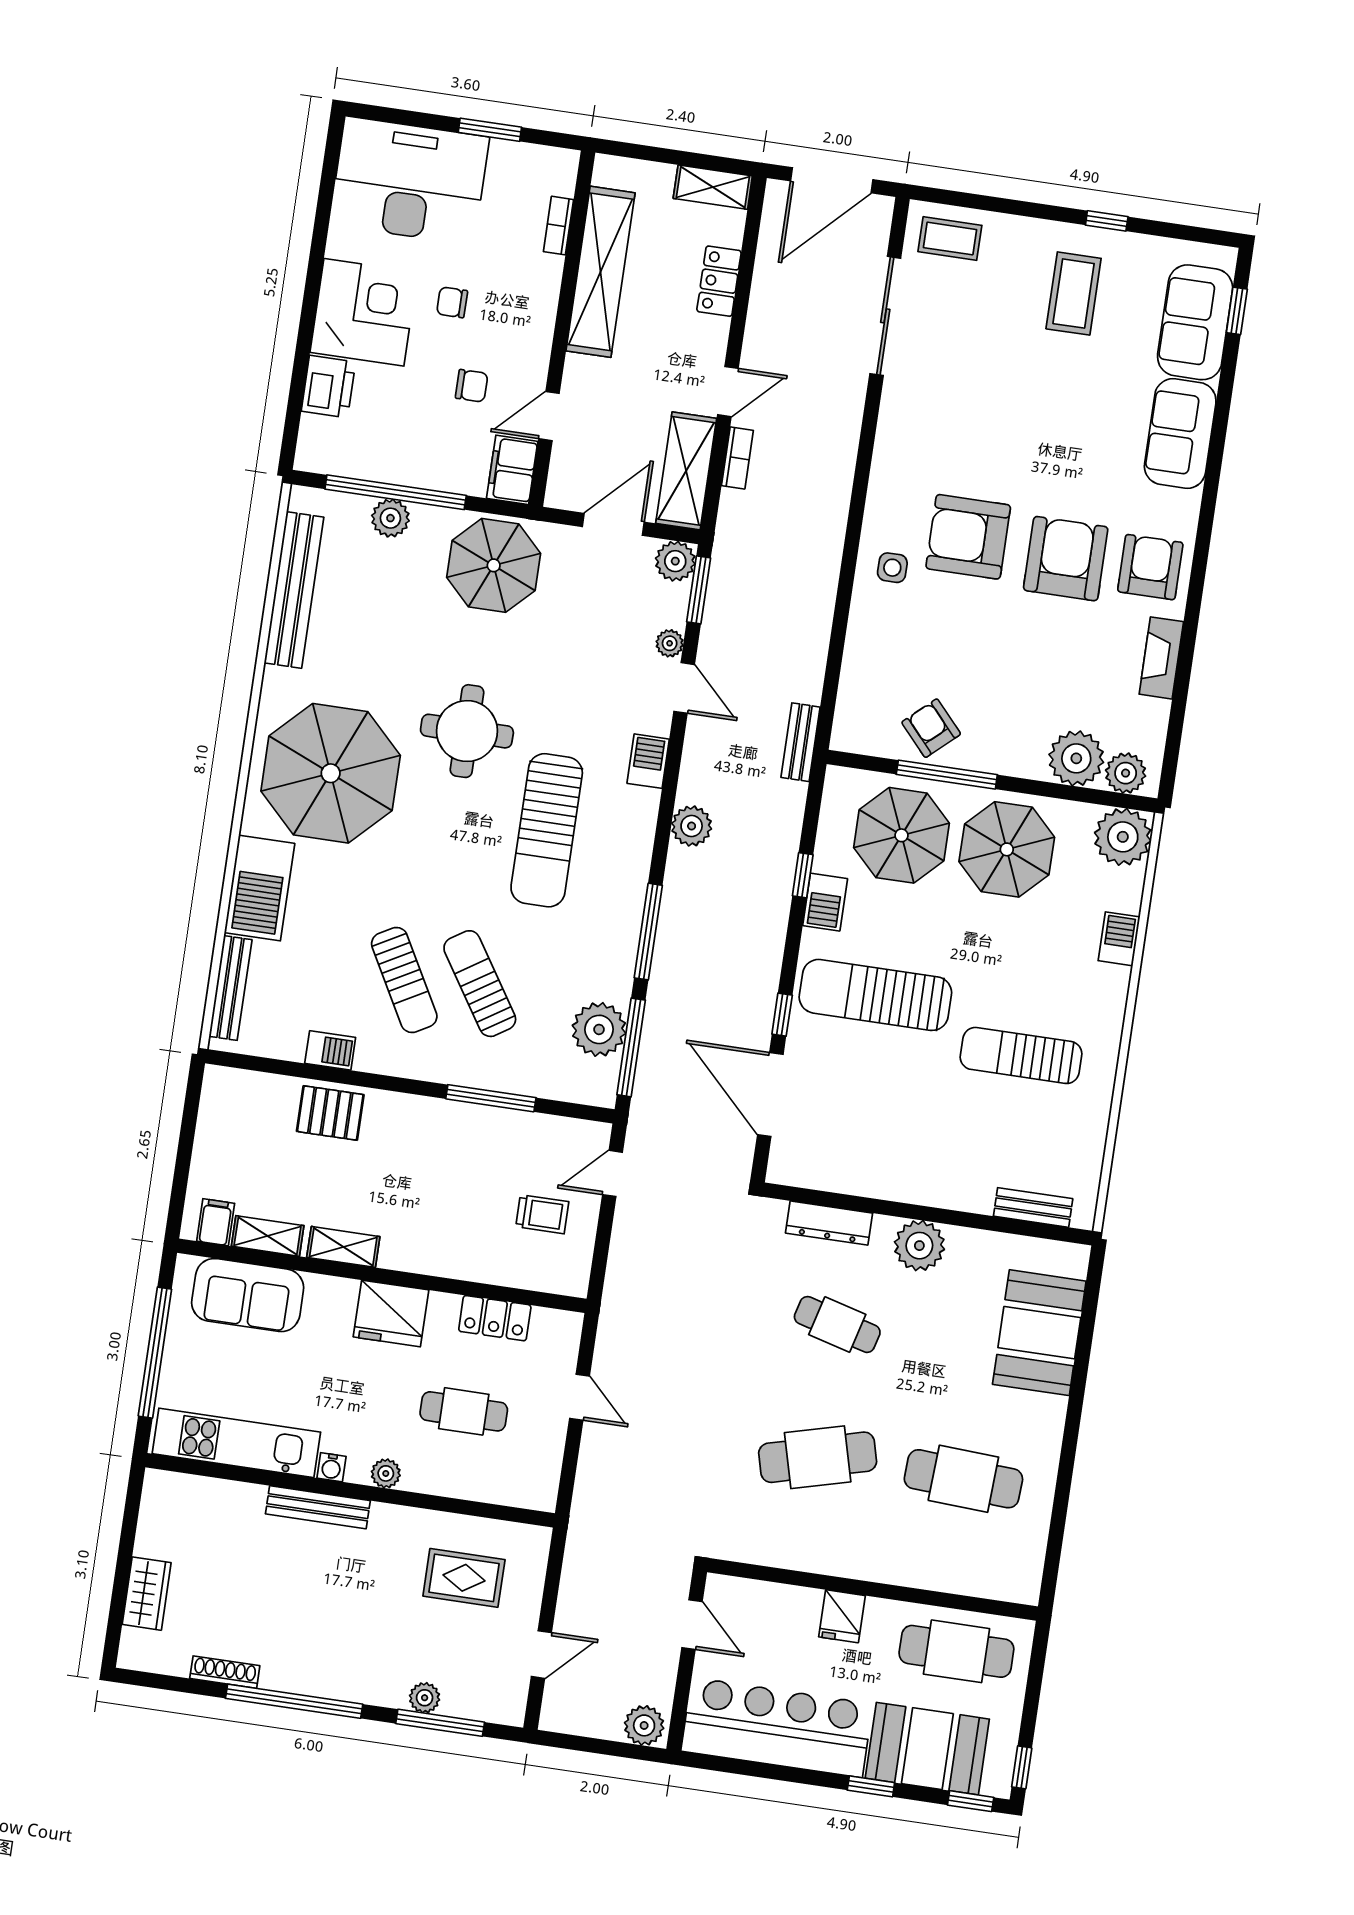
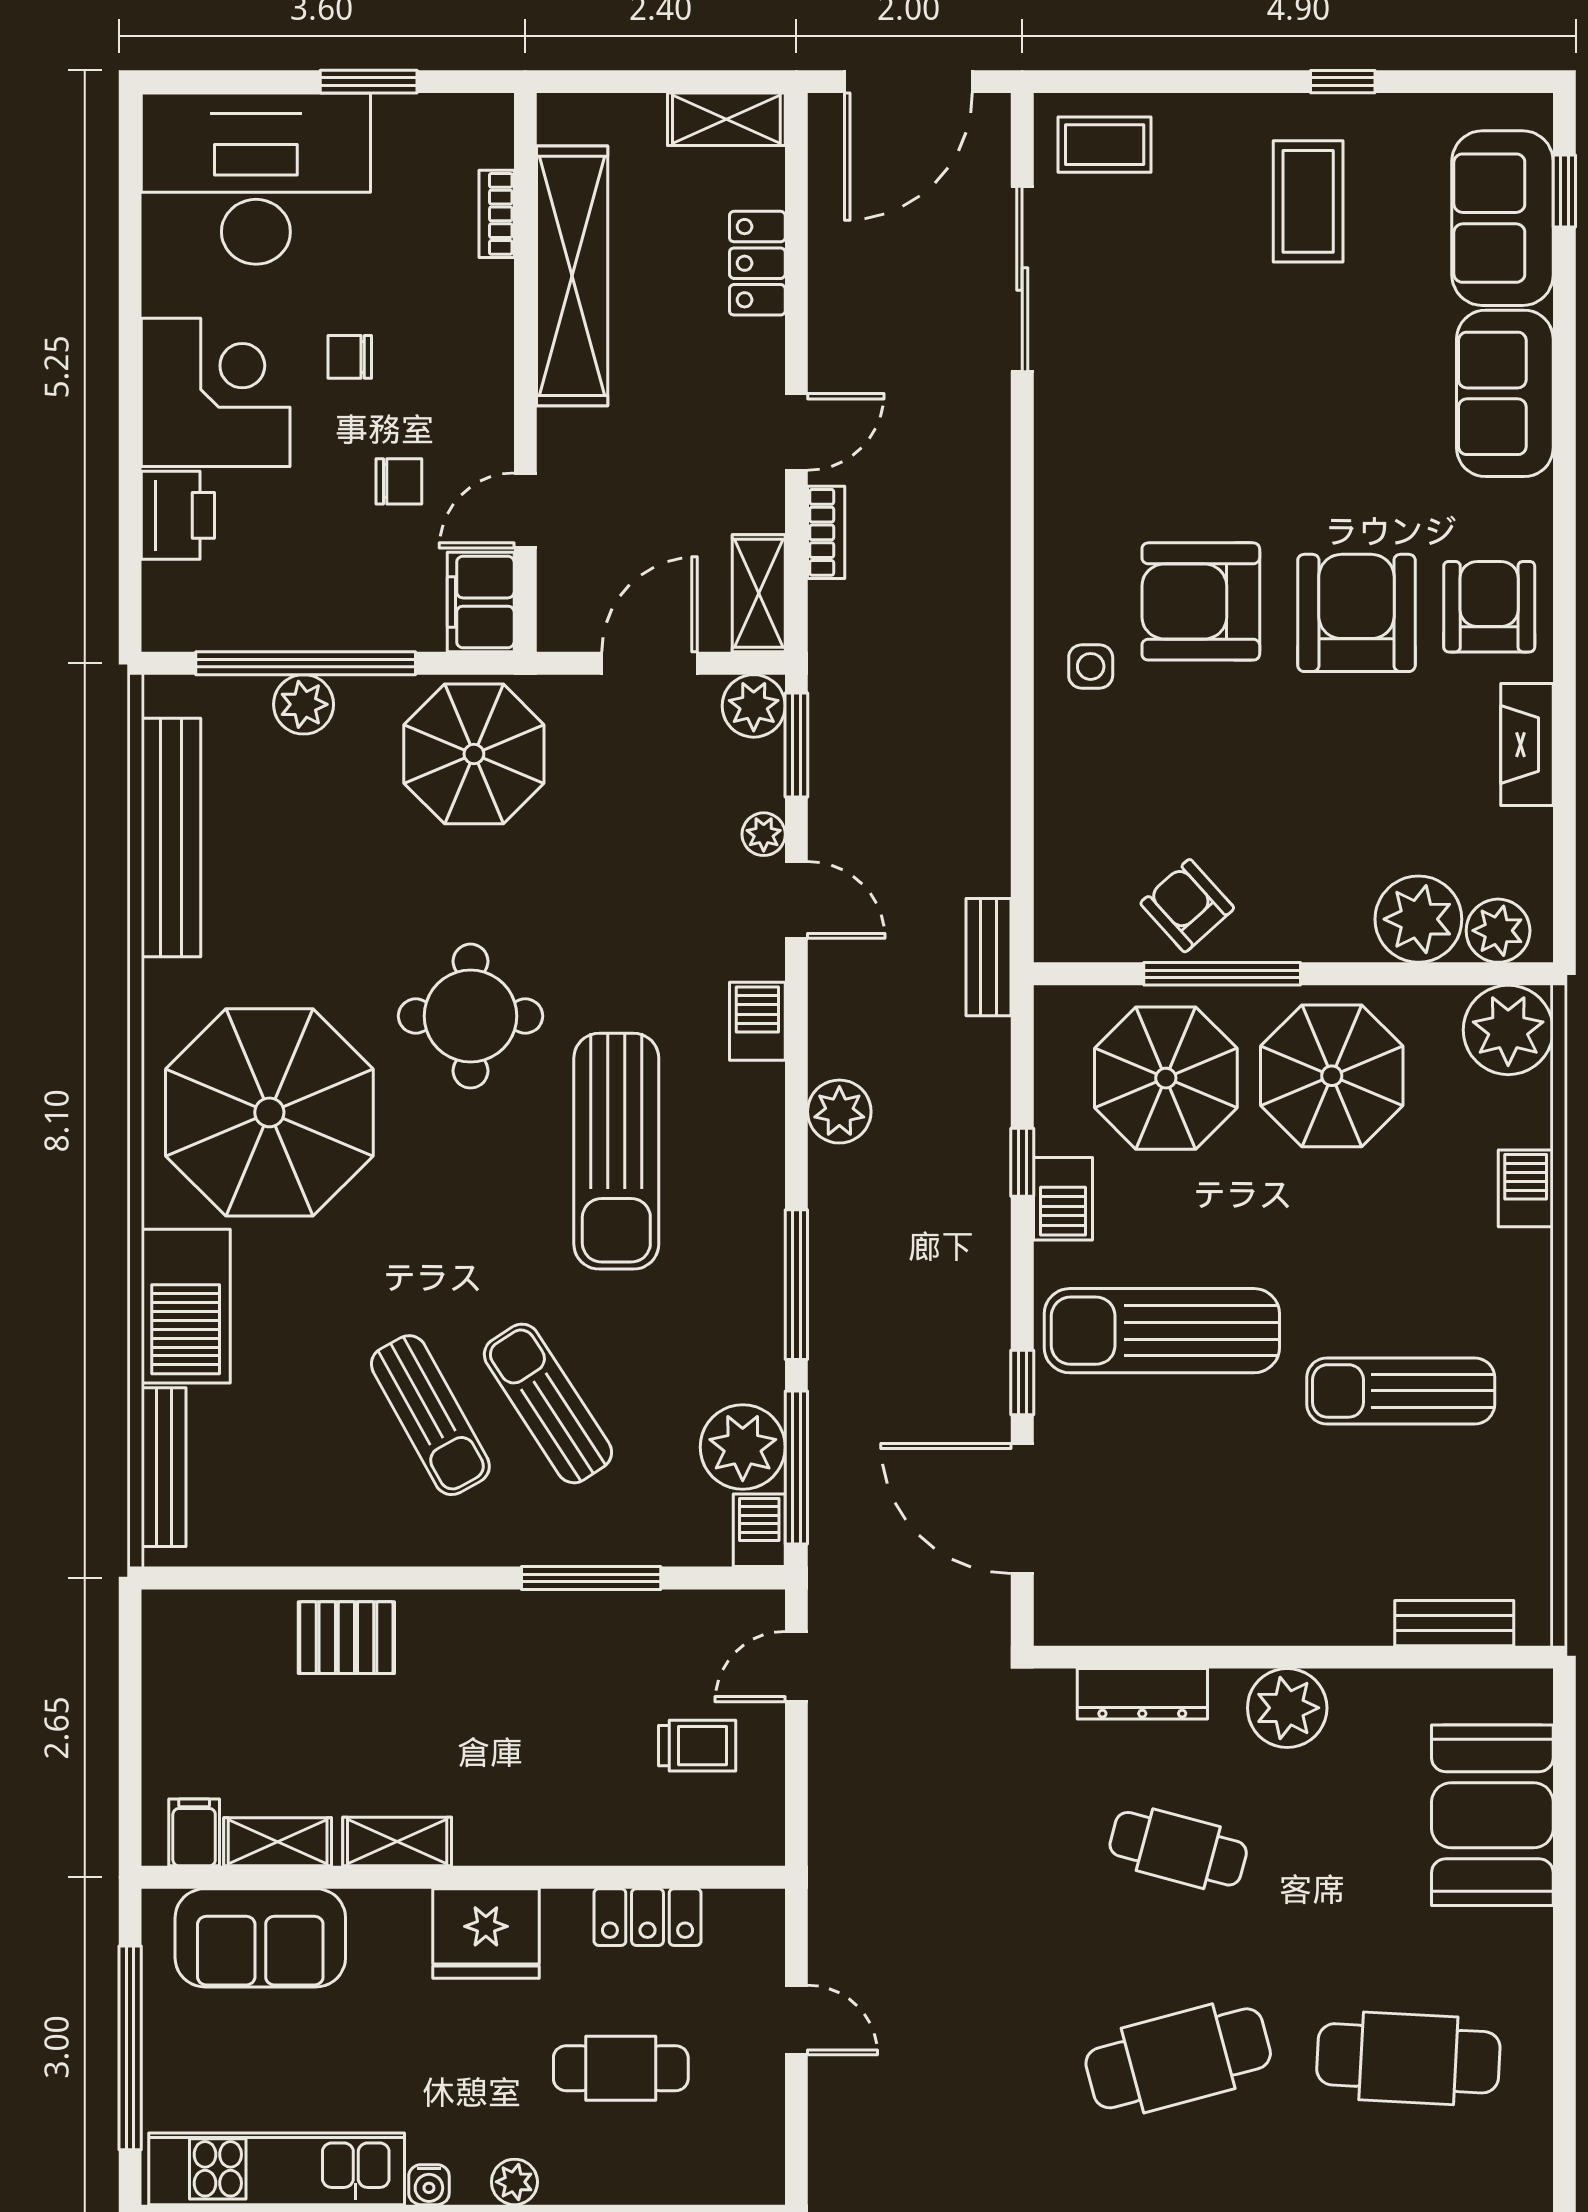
shelving: (686, 471) -> (759, 593), width x0.67, depth x0.75
barbecue: (330, 1050) -> (759, 1530), moved, turned -90

